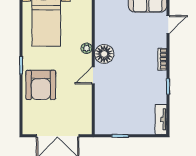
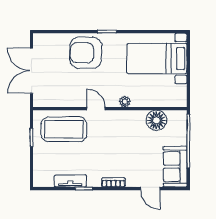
floor lamp: (104, 54) -> (156, 120), moved
coffee table: (113, 105) -> (64, 129), added
tv unit: (161, 119) -> (70, 181), moved

